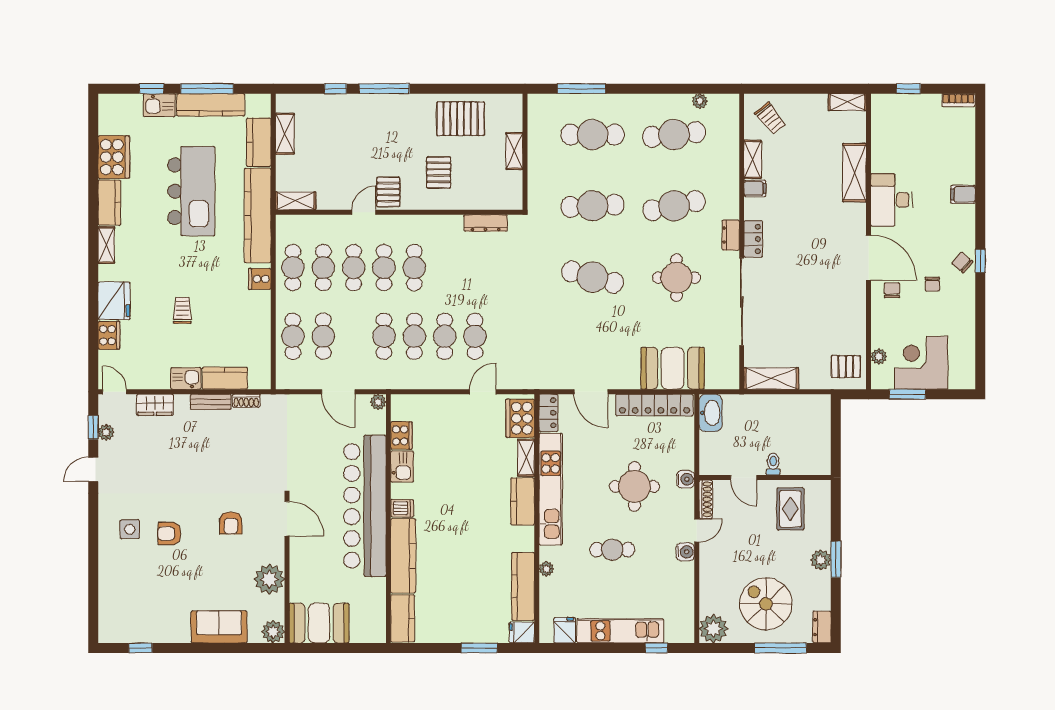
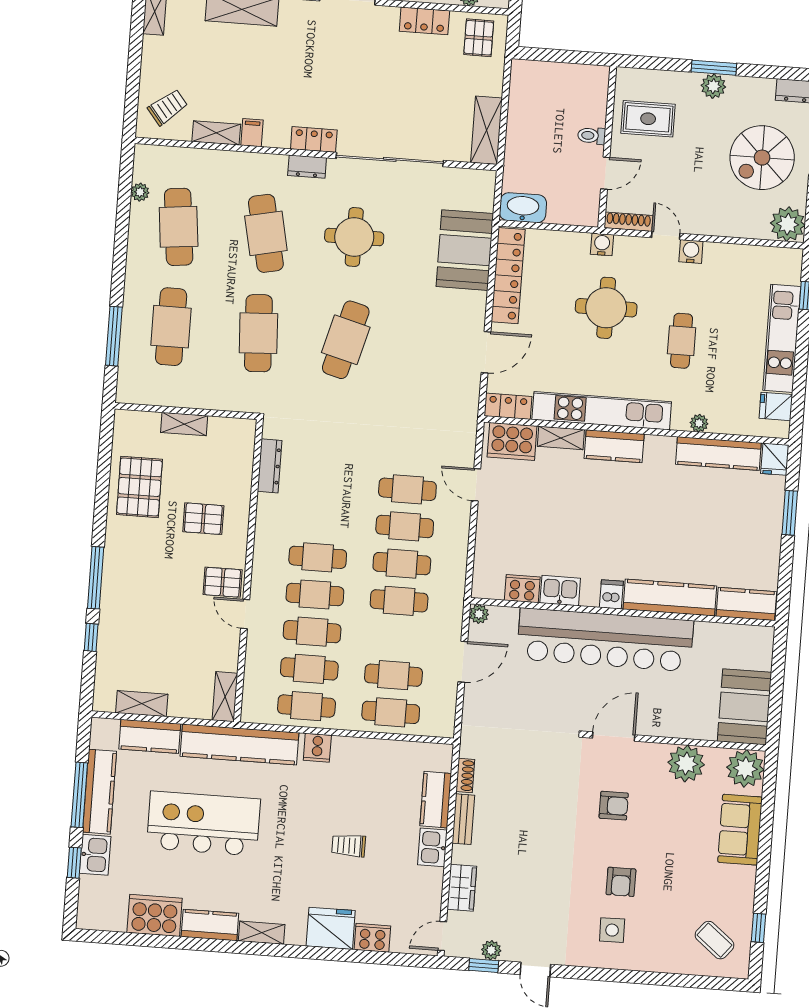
locker: (856, 321) -> (424, 21), added
coffee table: (128, 613) -> (714, 940), added
plant: (273, 632) -> (745, 768), width x1.36, depth x1.36

